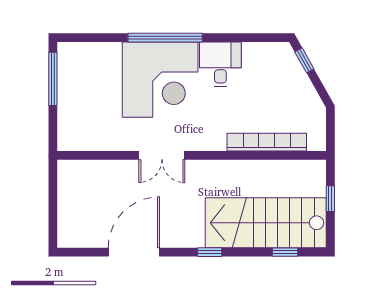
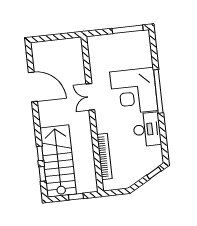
desk: (220, 64) -> (147, 129), width x1.37
window: (210, 252) -> (40, 153), moved

